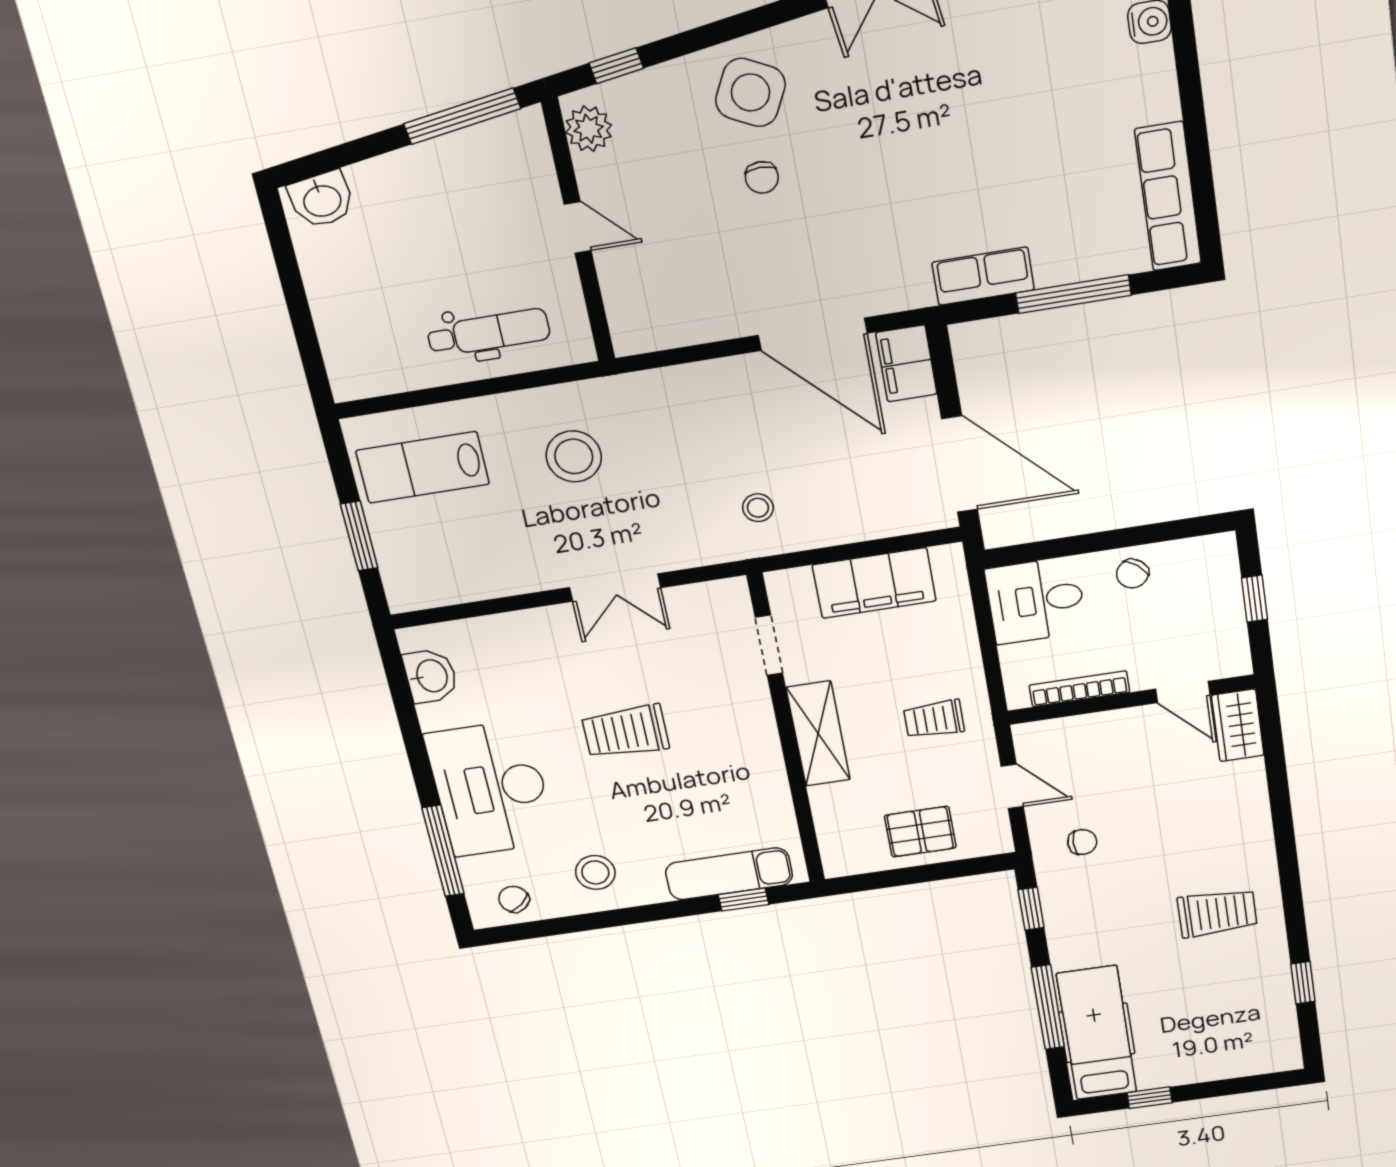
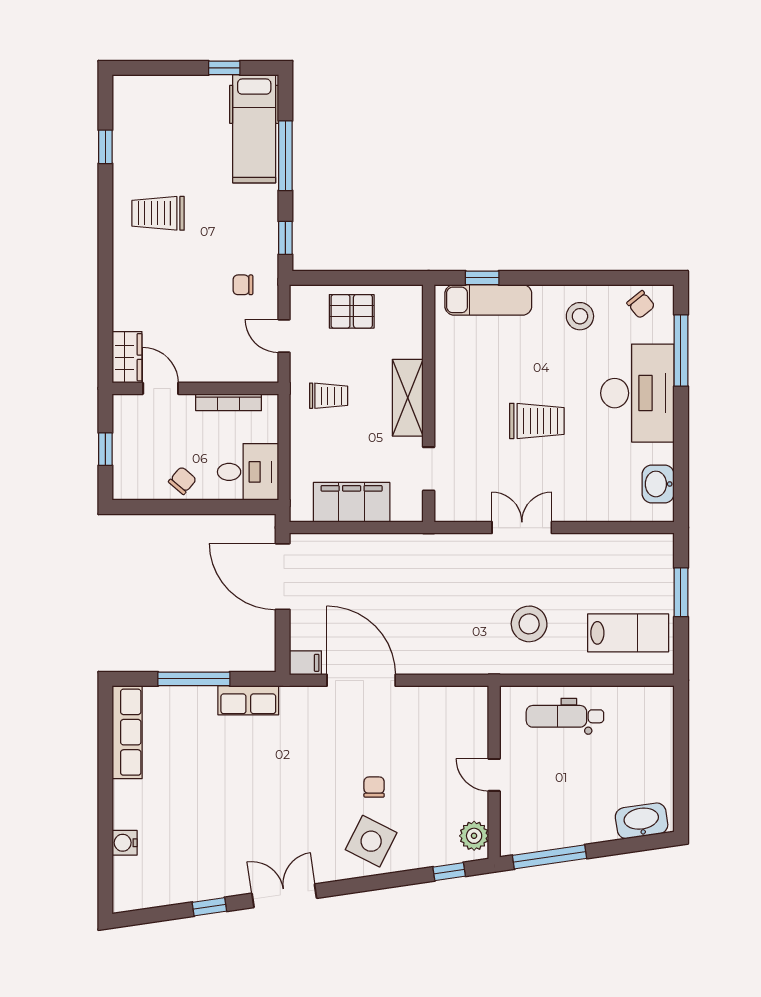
washbasin: (322, 200) -> (642, 821), width x1.38
filing cabinet: (906, 363) -> (305, 663), width x0.50
stool: (758, 508) -> (418, 568), removed

